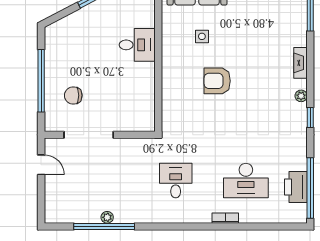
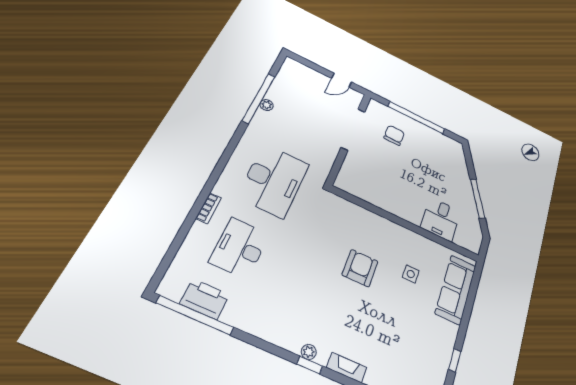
desk: (137, 45) -> (441, 219), moved
window: (310, 118) -> (310, 365), moved
desk: (176, 181) -> (274, 180), width x1.87, depth x1.30

